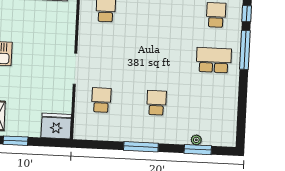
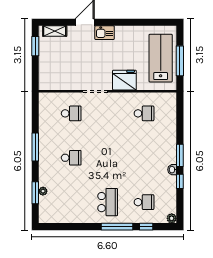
fridge: (56, 126) -> (124, 80), moved, turned -90

